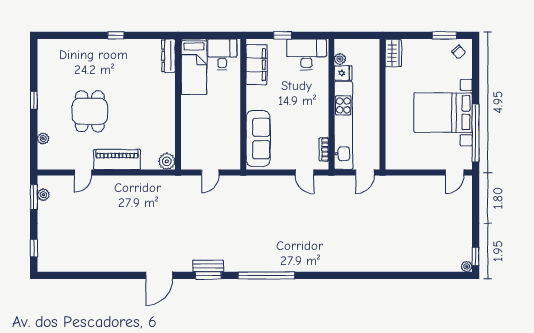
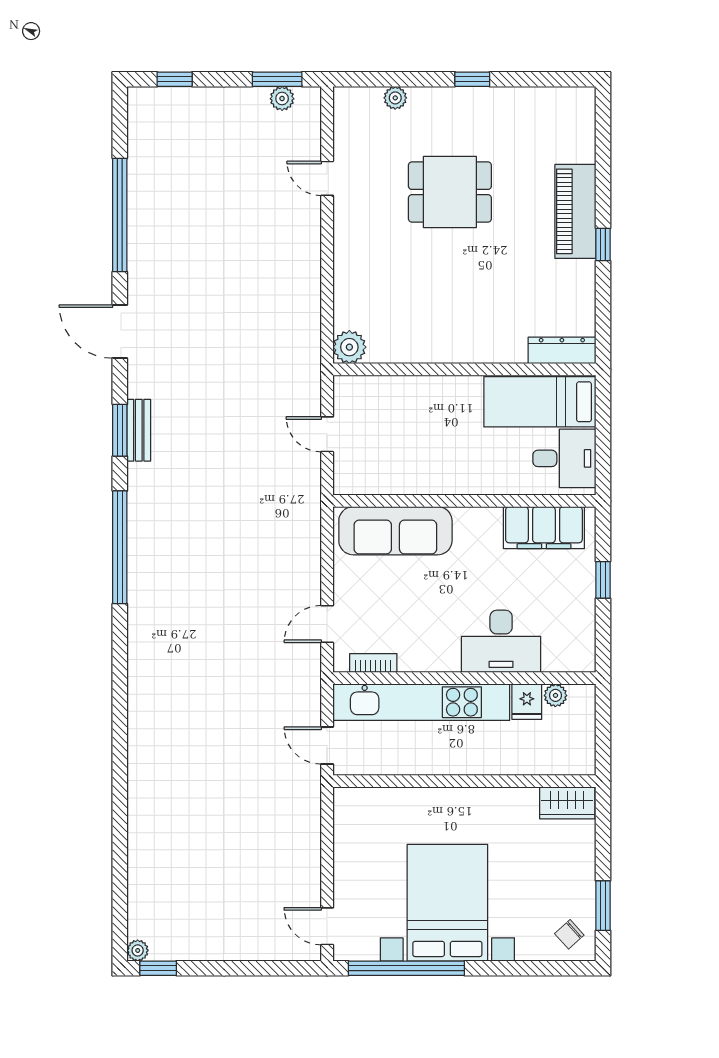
desk: (306, 54) -> (501, 641), moved, turned 90
piano: (117, 159) -> (575, 211), moved, turned 180
window: (101, 275) -> (120, 215), added

